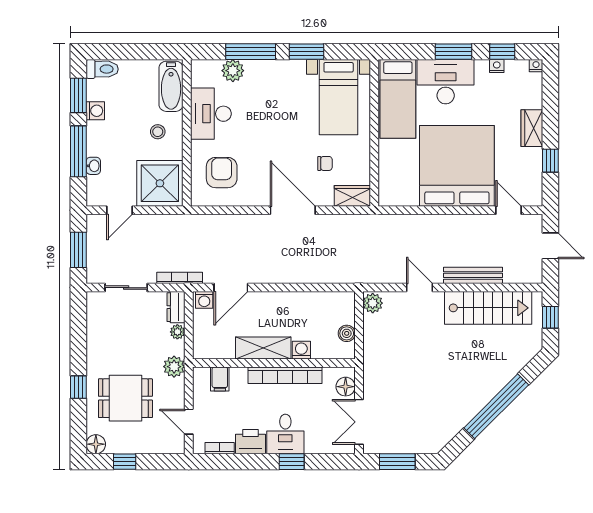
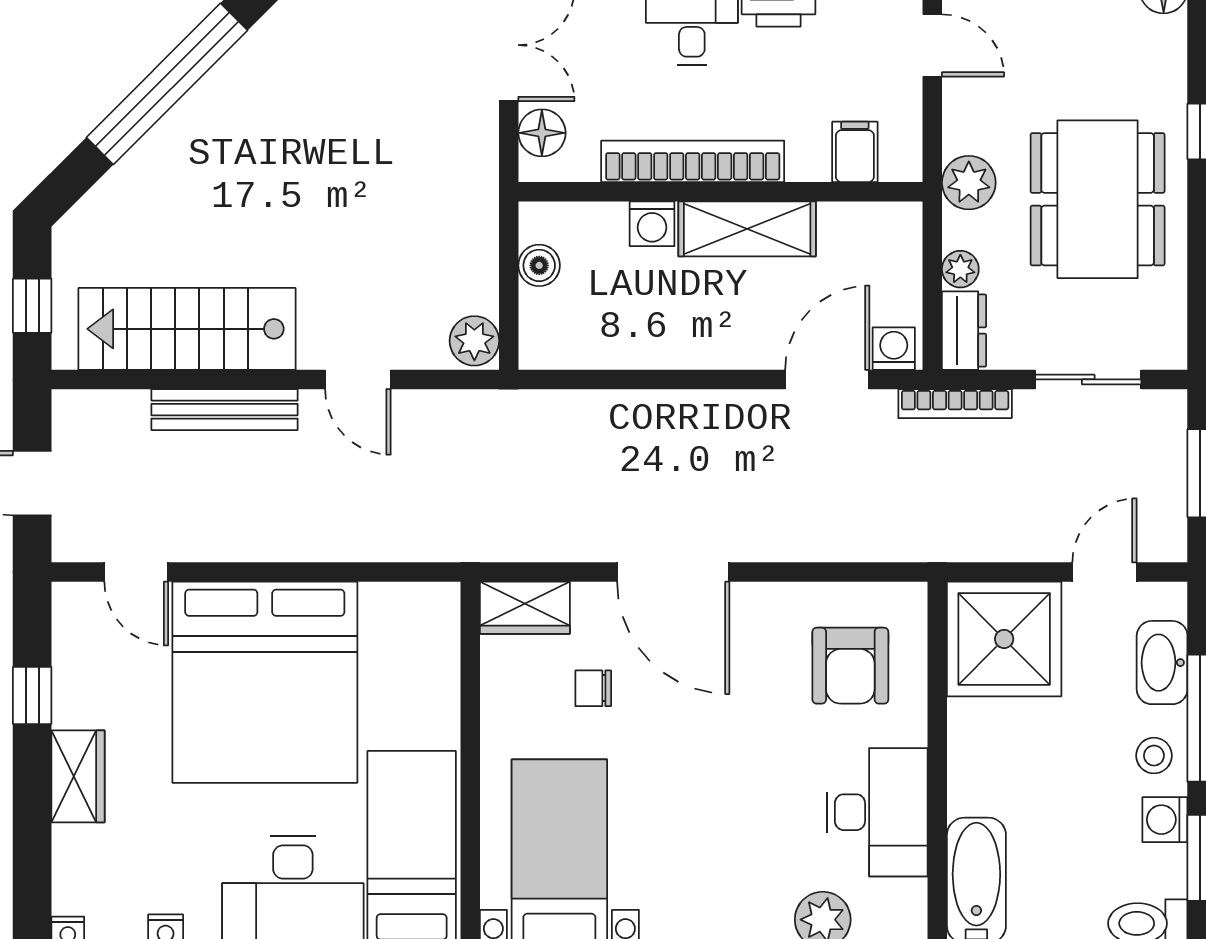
stool: (158, 132) -> (1154, 756), moved
washbasin: (93, 166) -> (1162, 663), width x1.91, depth x1.45
dining table: (125, 398) -> (1098, 199), moved, width x1.38

